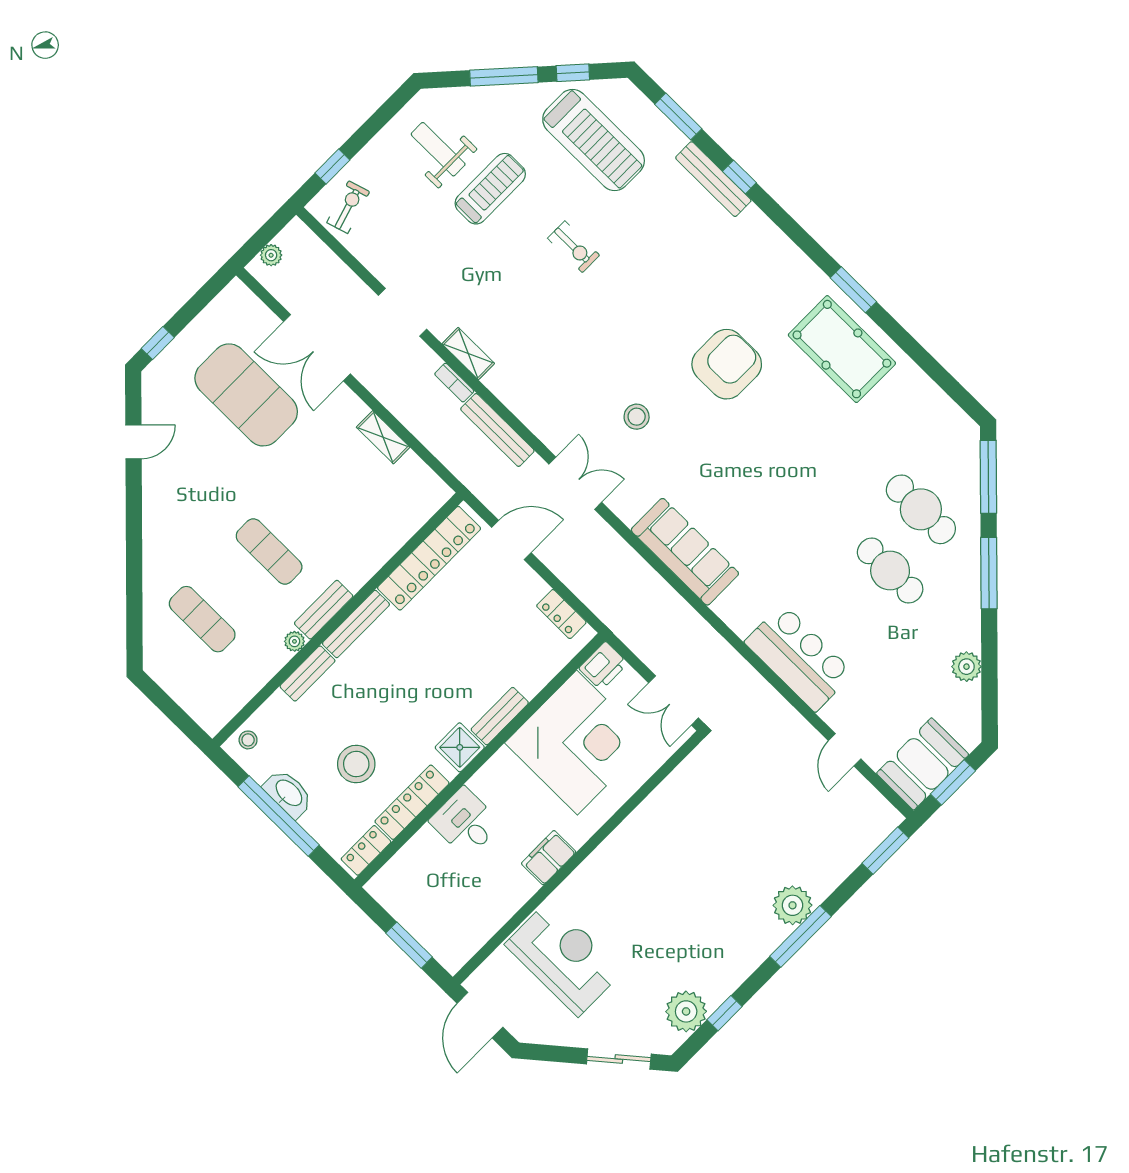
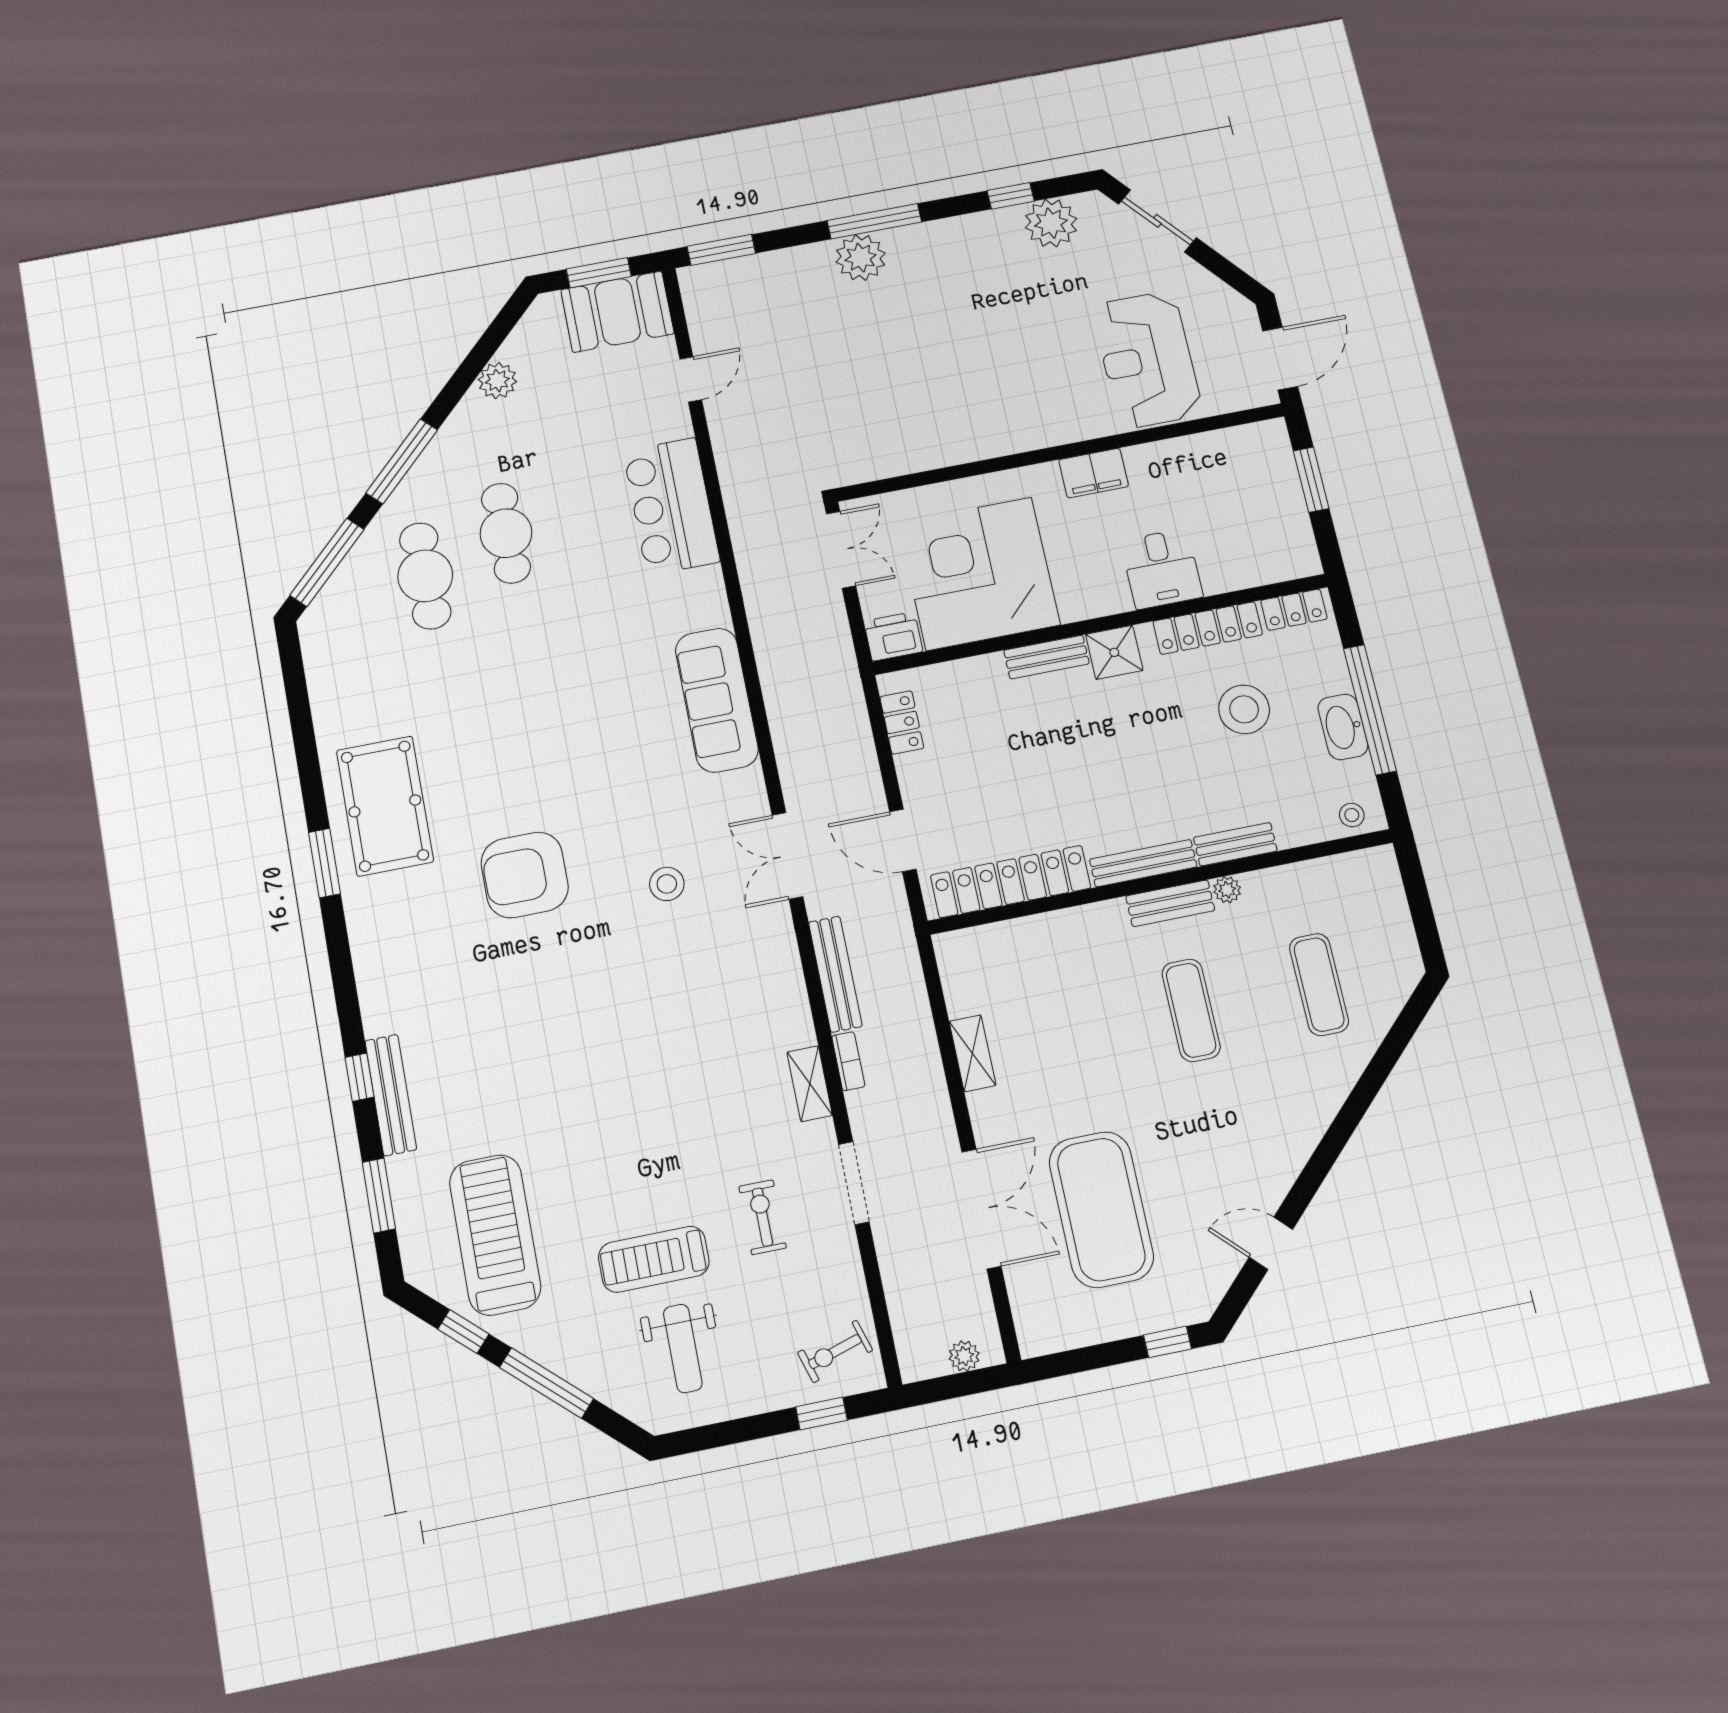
exercise bike: (574, 247) -> (762, 1217), moved

